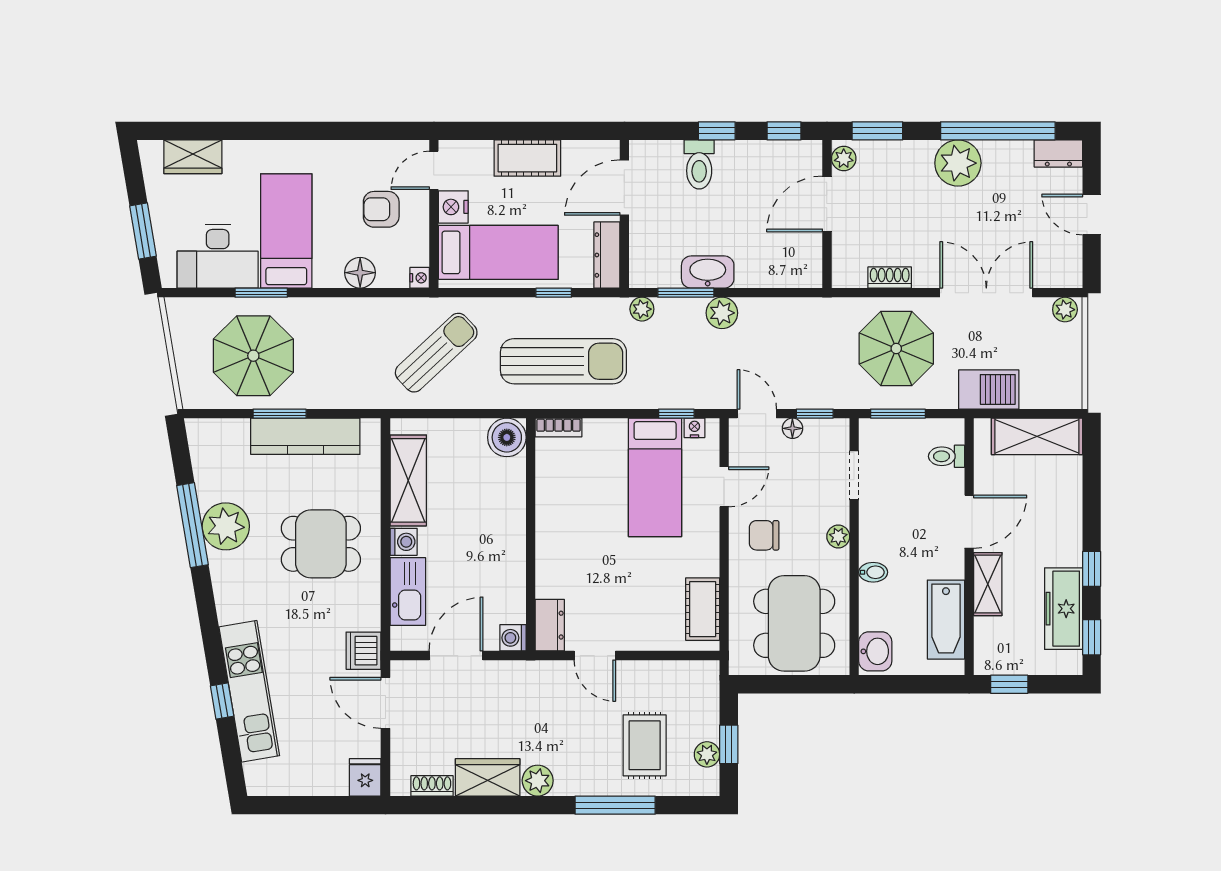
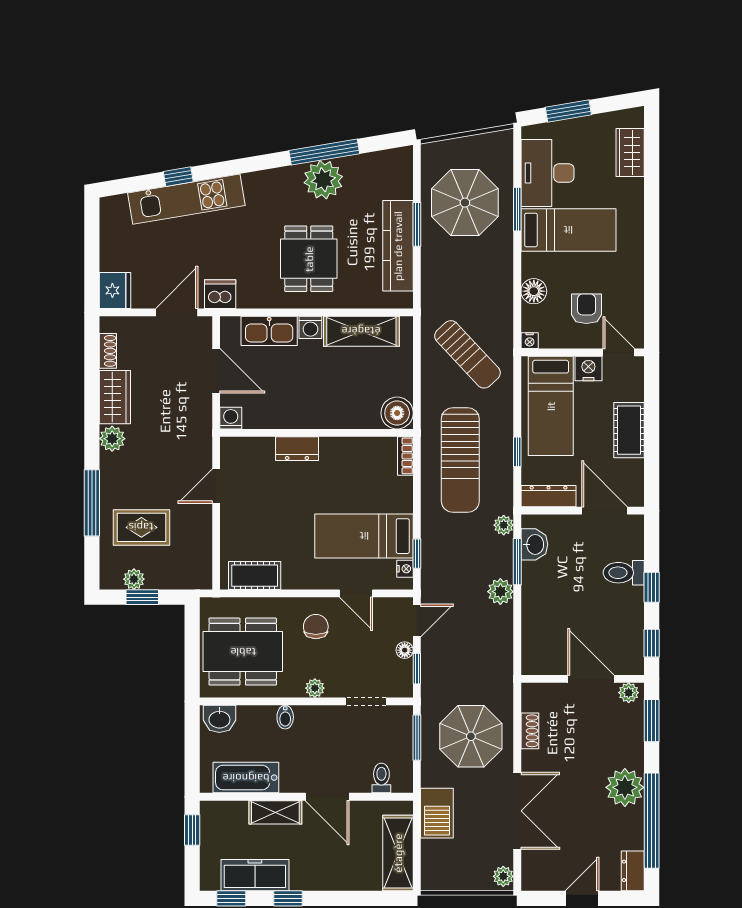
washbasin: (708, 272) -> (534, 544), moved, width x0.72
dresser: (550, 625) -> (297, 449), moved
fridge: (365, 777) -> (115, 290), width x1.38

